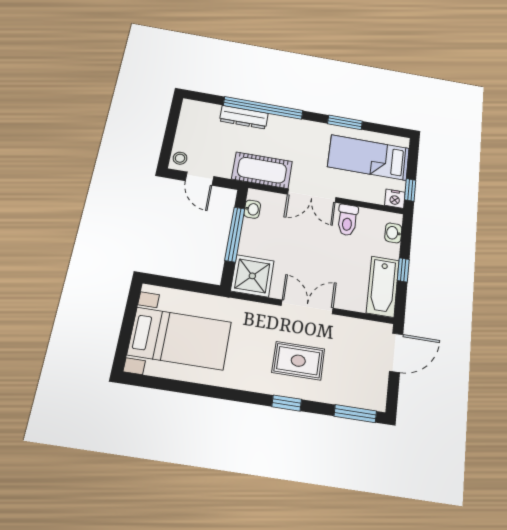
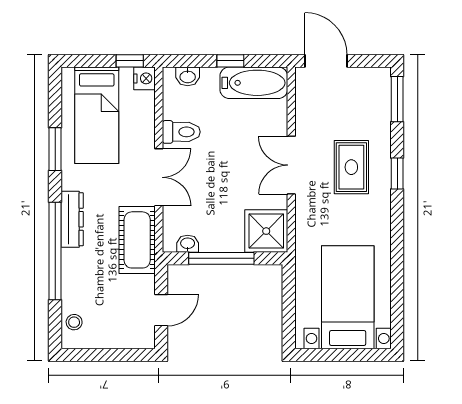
dresser: (244, 117) -> (72, 219), moved
stool: (180, 158) -> (74, 322), moved

